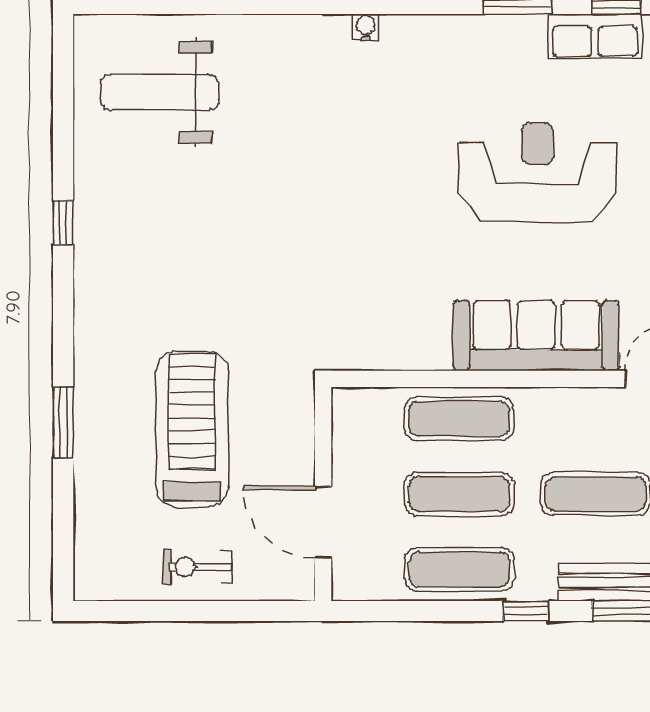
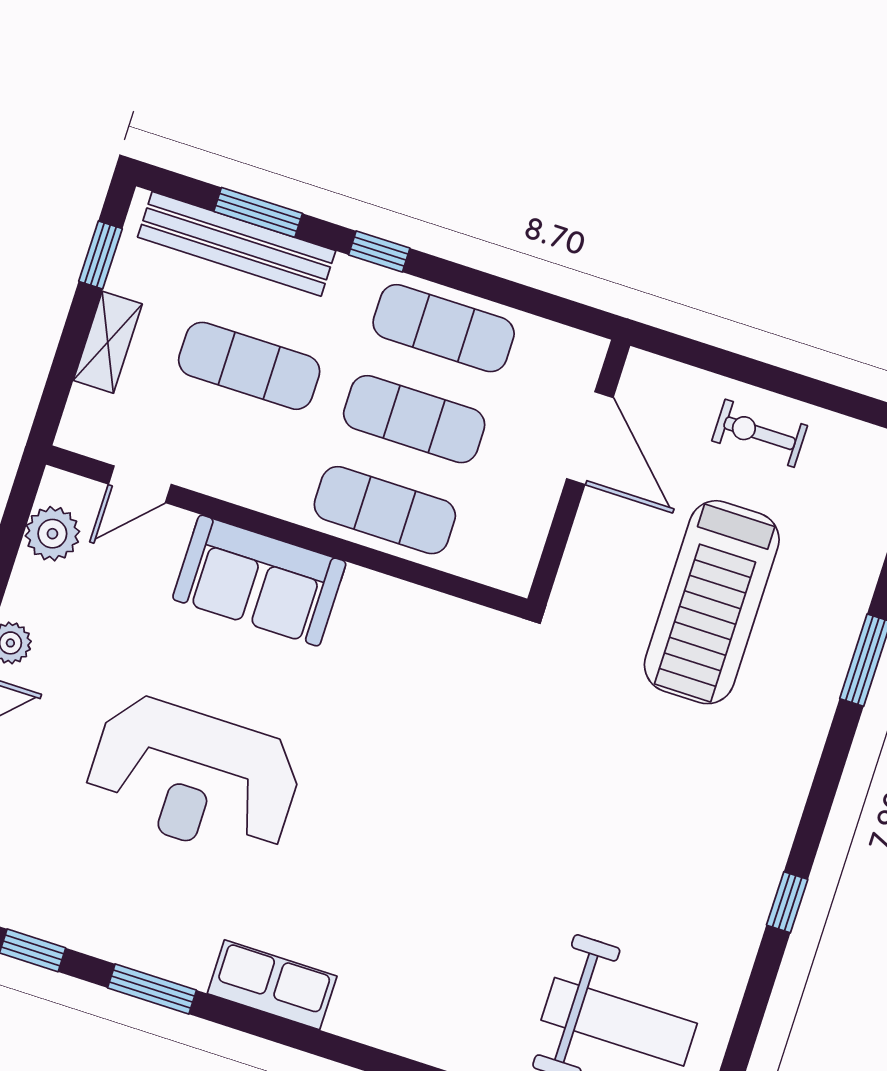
water cooler: (366, 27) -> (345, 1020), removed
row of seats: (595, 36) -> (272, 985), moved
sofa: (536, 336) -> (259, 580), width x0.73
exercise bike: (197, 567) -> (760, 433), turned 180

